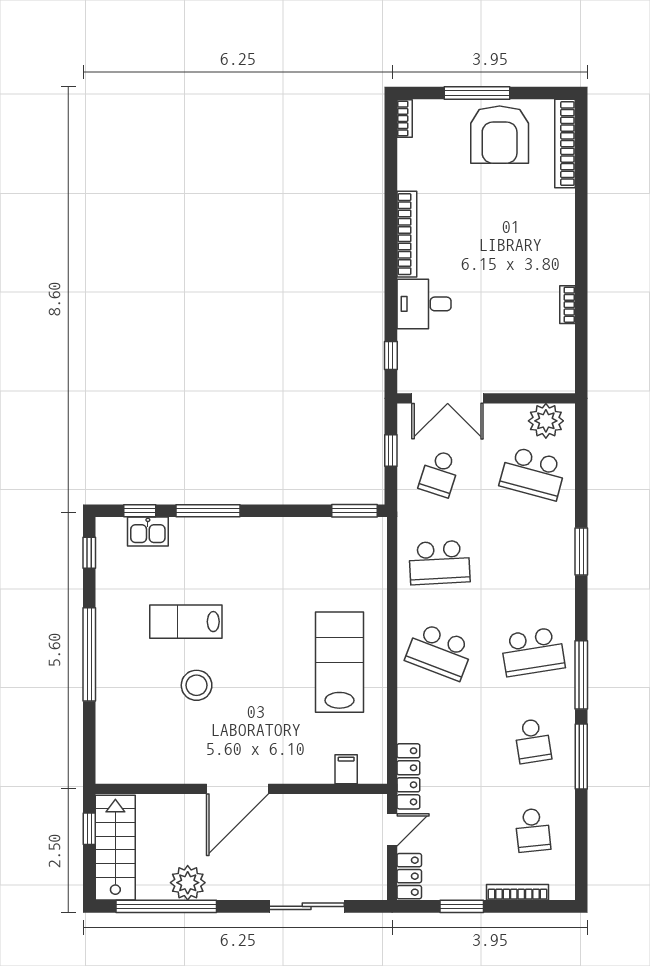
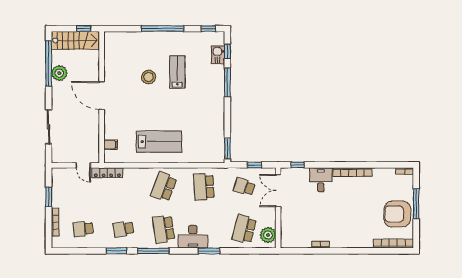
desk: (550, 587) -> (193, 237), added
window: (581, 757) -> (116, 251), width x0.69
locker: (409, 876) -> (62, 173), removed

